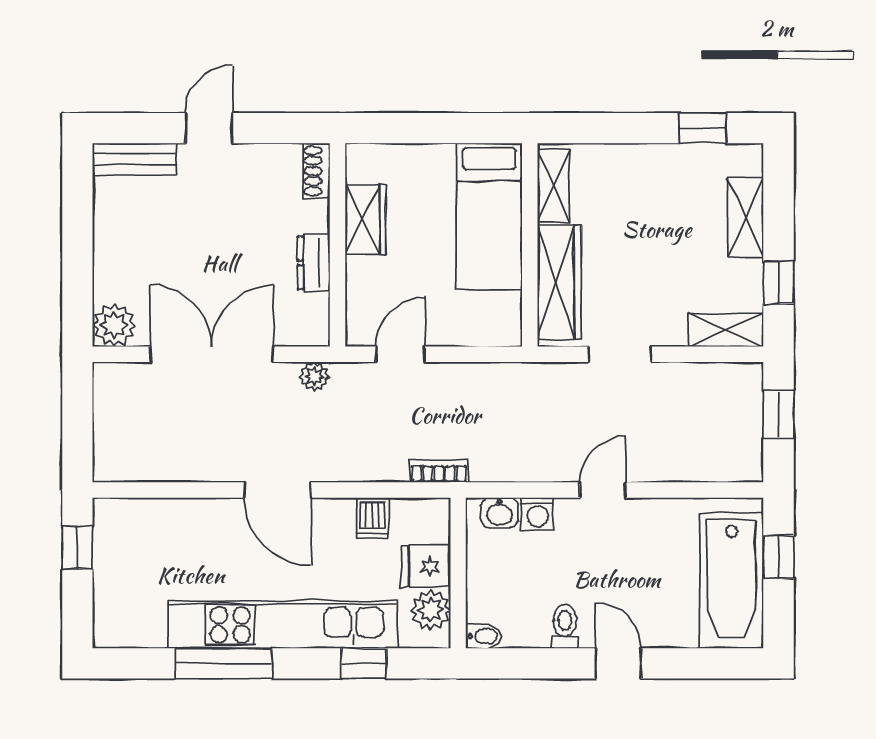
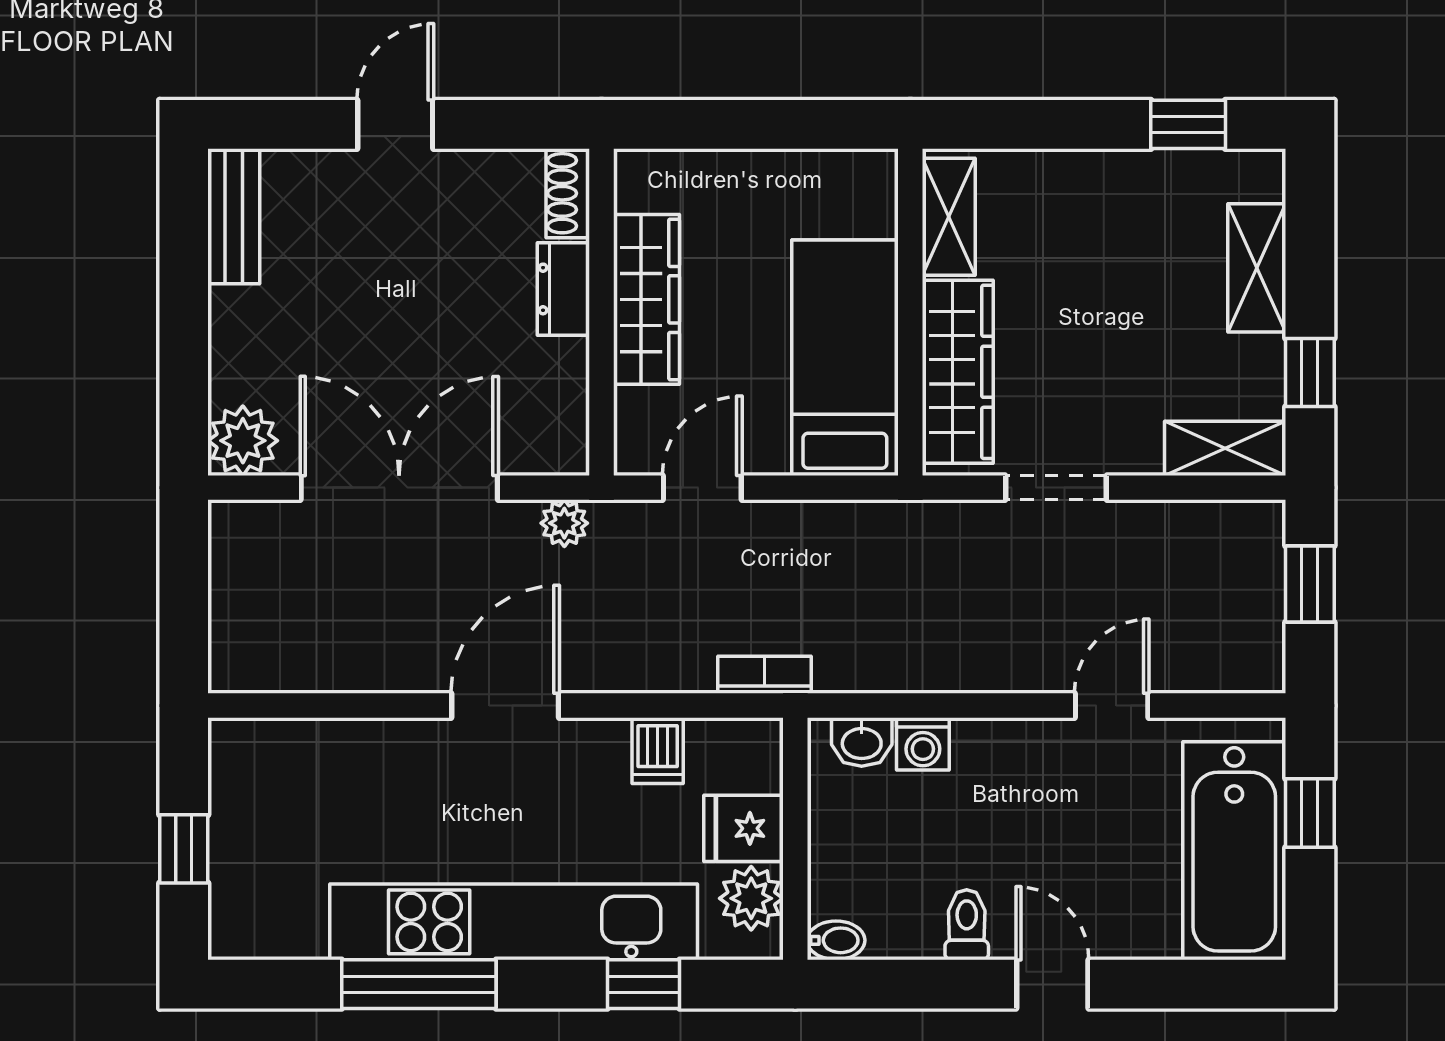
bench: (135, 159) -> (234, 216), moved, turned 90
bed: (489, 216) -> (845, 358), moved, turned 180
wardrobe: (365, 219) -> (646, 299), width x1.50
dresser: (314, 263) -> (563, 289), moved
door: (277, 490) -> (505, 706), swing flipped
door: (603, 490) -> (1112, 706), moved
window: (77, 547) -> (184, 849), moved

